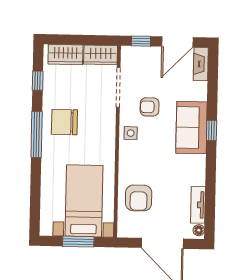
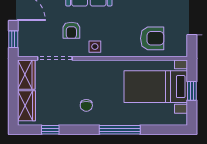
chair: (64, 122) -> (86, 105), width x0.54, depth x0.54
window: (37, 135) -> (120, 130), moved
window: (78, 242) -> (192, 91), width x0.67

